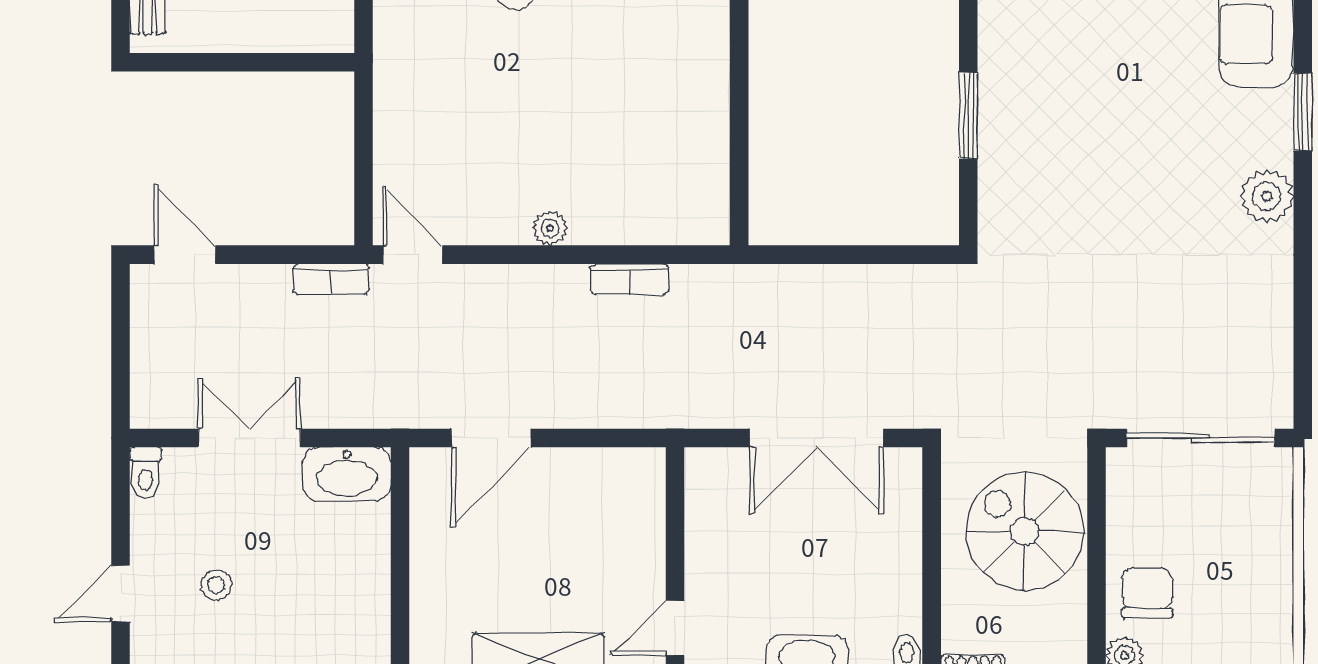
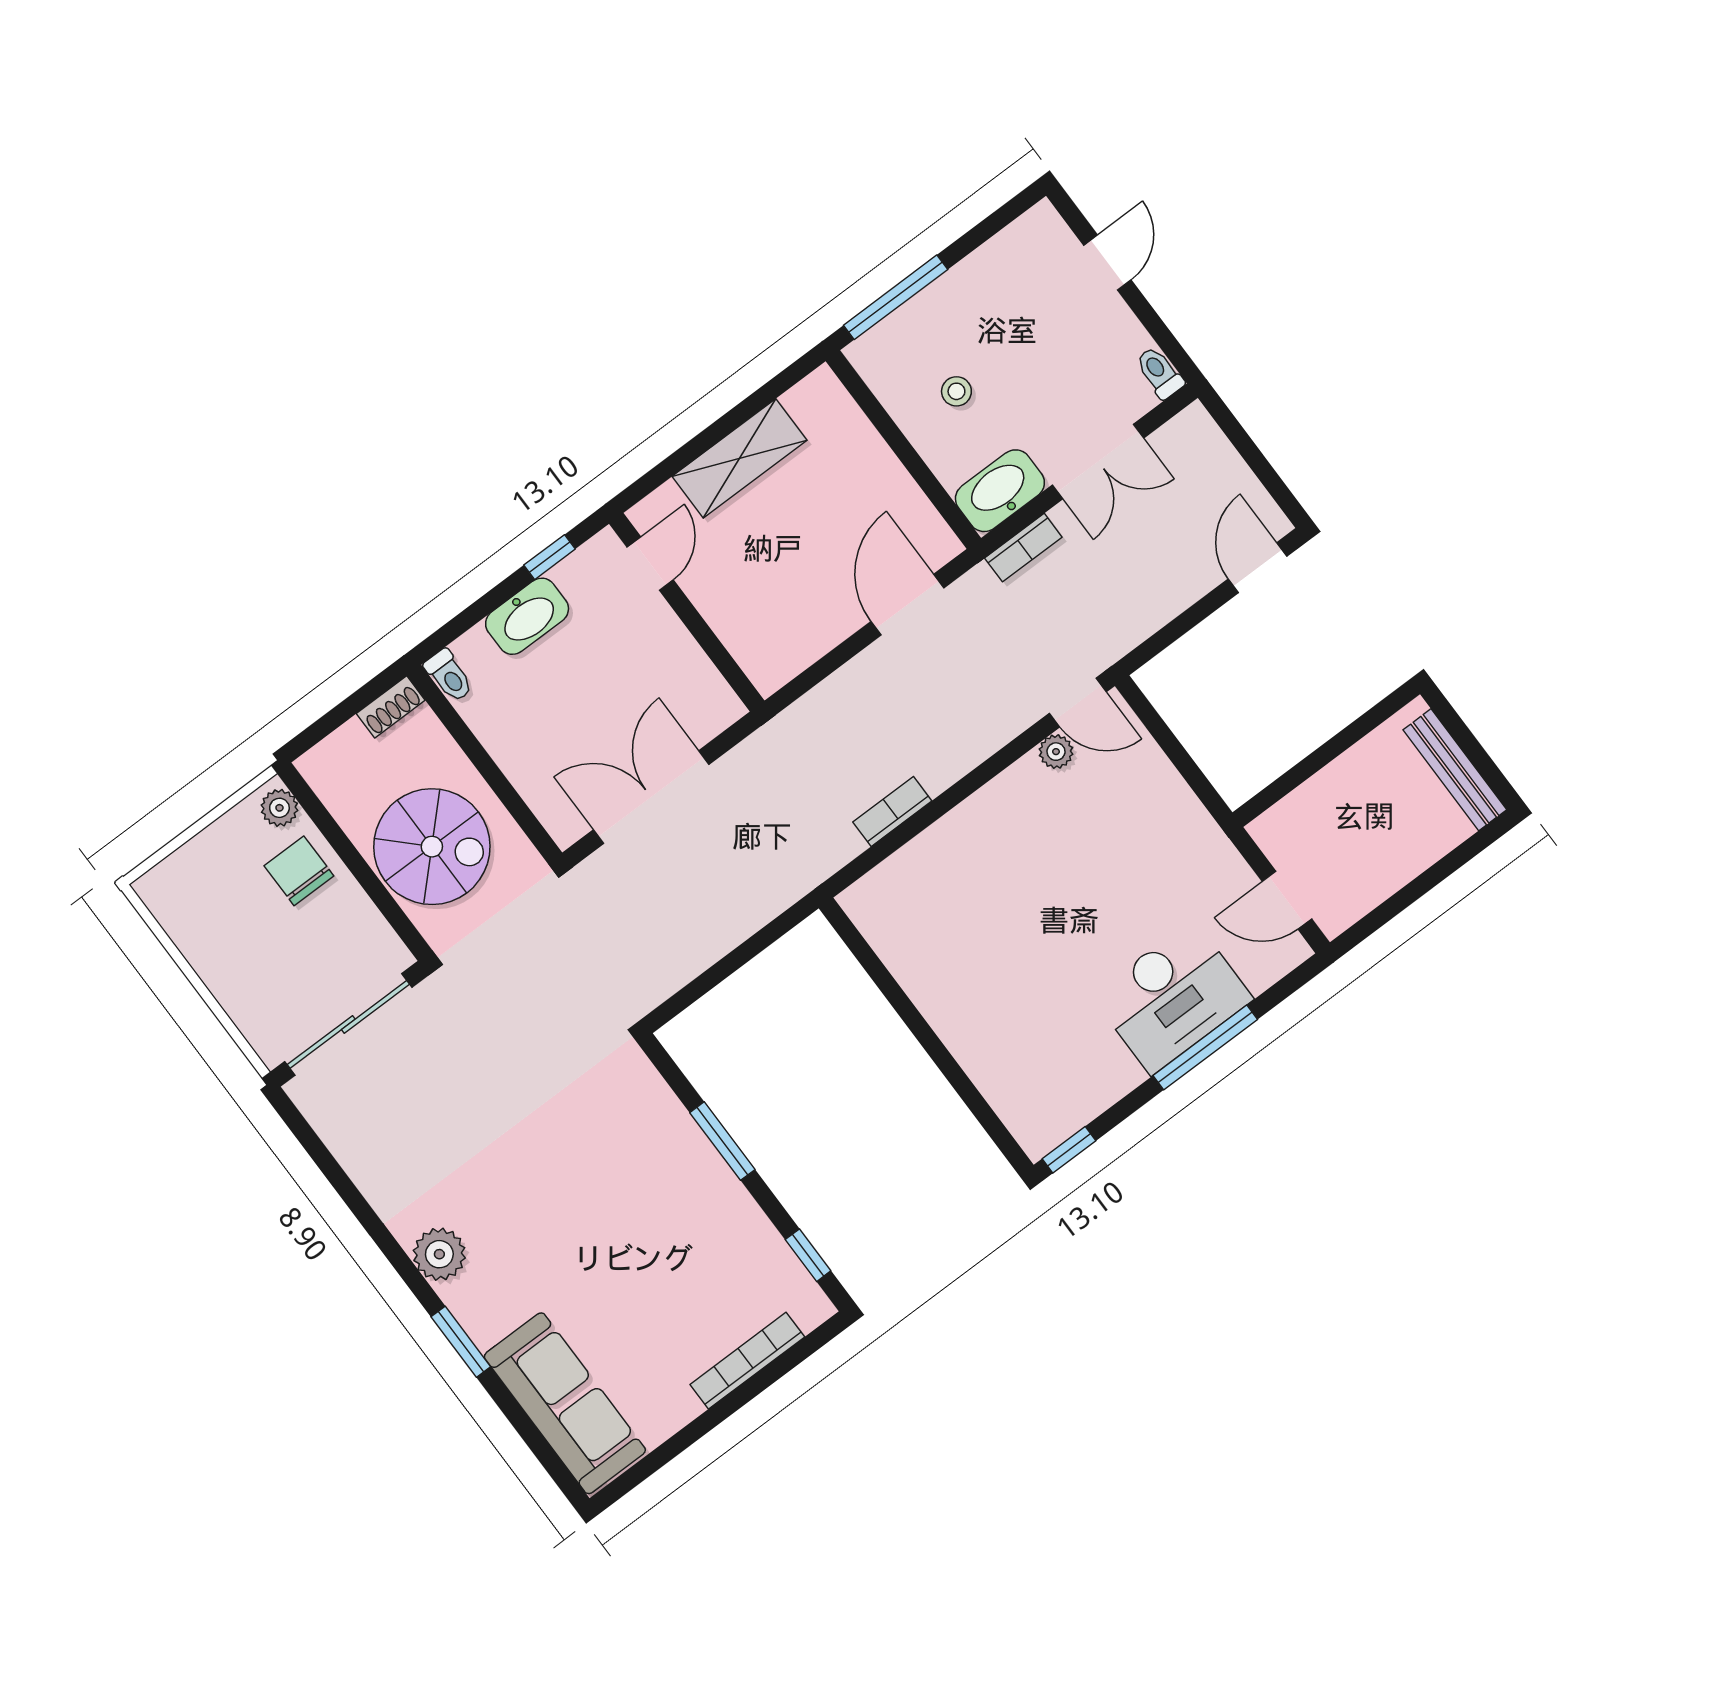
plant: (550, 228) -> (1056, 752), moved
door: (185, 255) -> (1258, 568), swing flipped
bookcase: (331, 279) -> (1023, 548), moved, turned 180
stool: (216, 585) -> (956, 391), moved
chair: (1147, 593) -> (299, 871), turned 180

